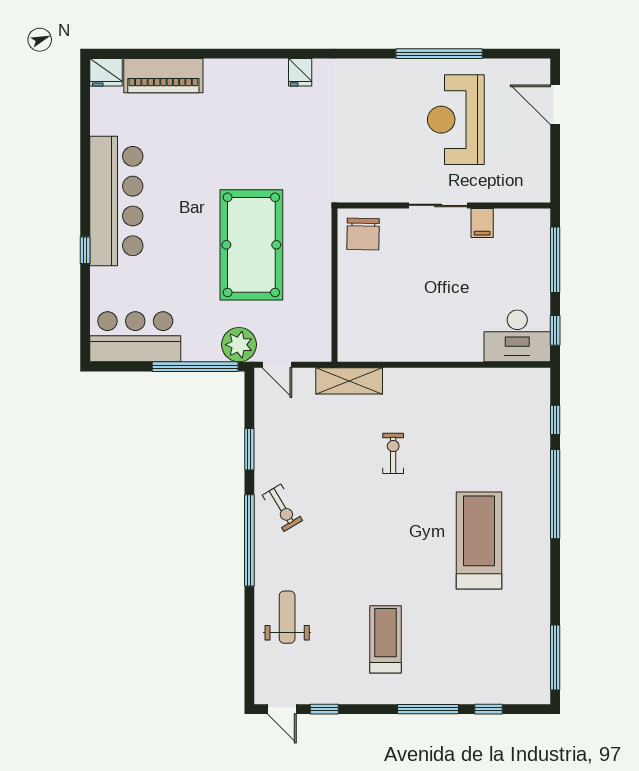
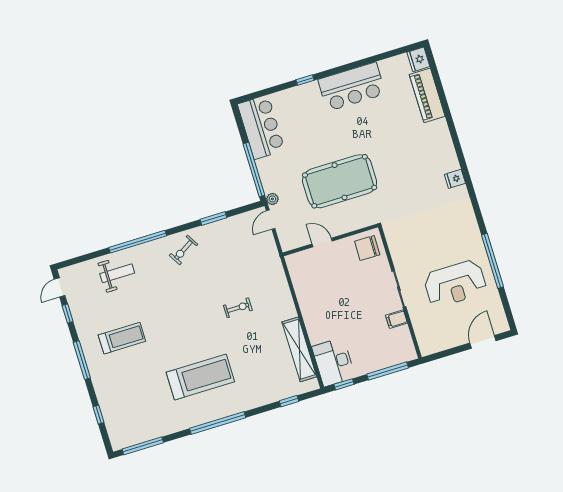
reception desk: (456, 120) -> (455, 284), turned 180
bar counter: (116, 201) -> (352, 87), width x0.73
door: (334, 299) -> (322, 243), added
plant: (239, 345) -> (272, 199), width x0.53, depth x0.53
shelving: (349, 381) -> (299, 349), moved, width x1.47
window: (555, 494) -> (218, 423), moved
window: (249, 540) -> (138, 242), moved
window: (428, 709) -> (82, 360), moved

